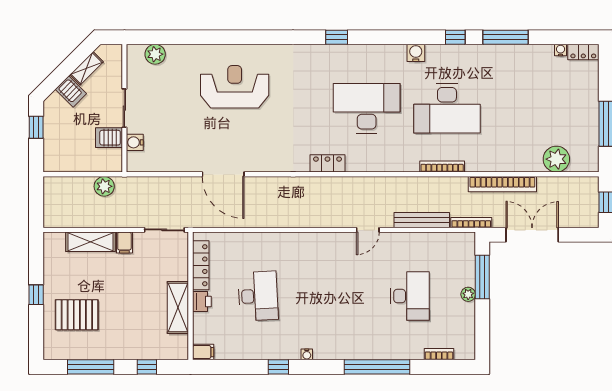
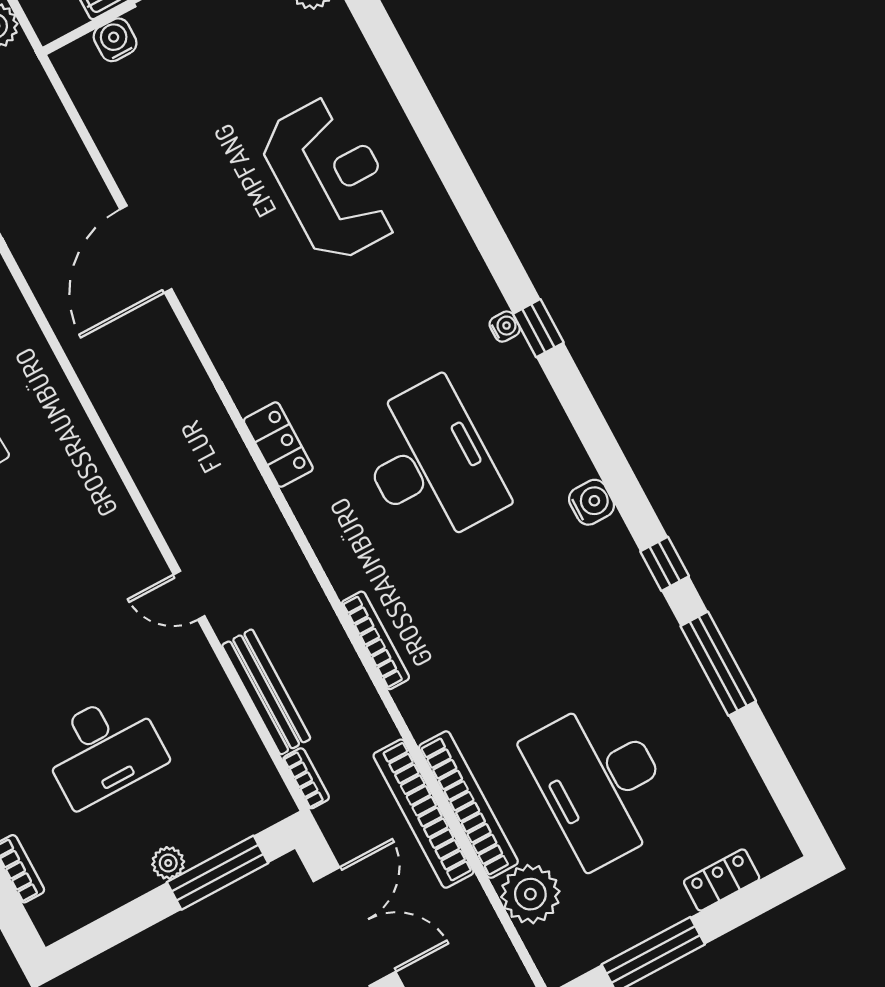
water cooler: (561, 50) -> (505, 327), moved
locker: (583, 52) -> (722, 880), moved, turned 90
desk: (447, 108) -> (601, 782), moved
bookcase: (508, 165) -> (468, 805), added
bookcase: (442, 166) -> (375, 640), moved
bookcase: (471, 223) -> (306, 778), width x0.64

